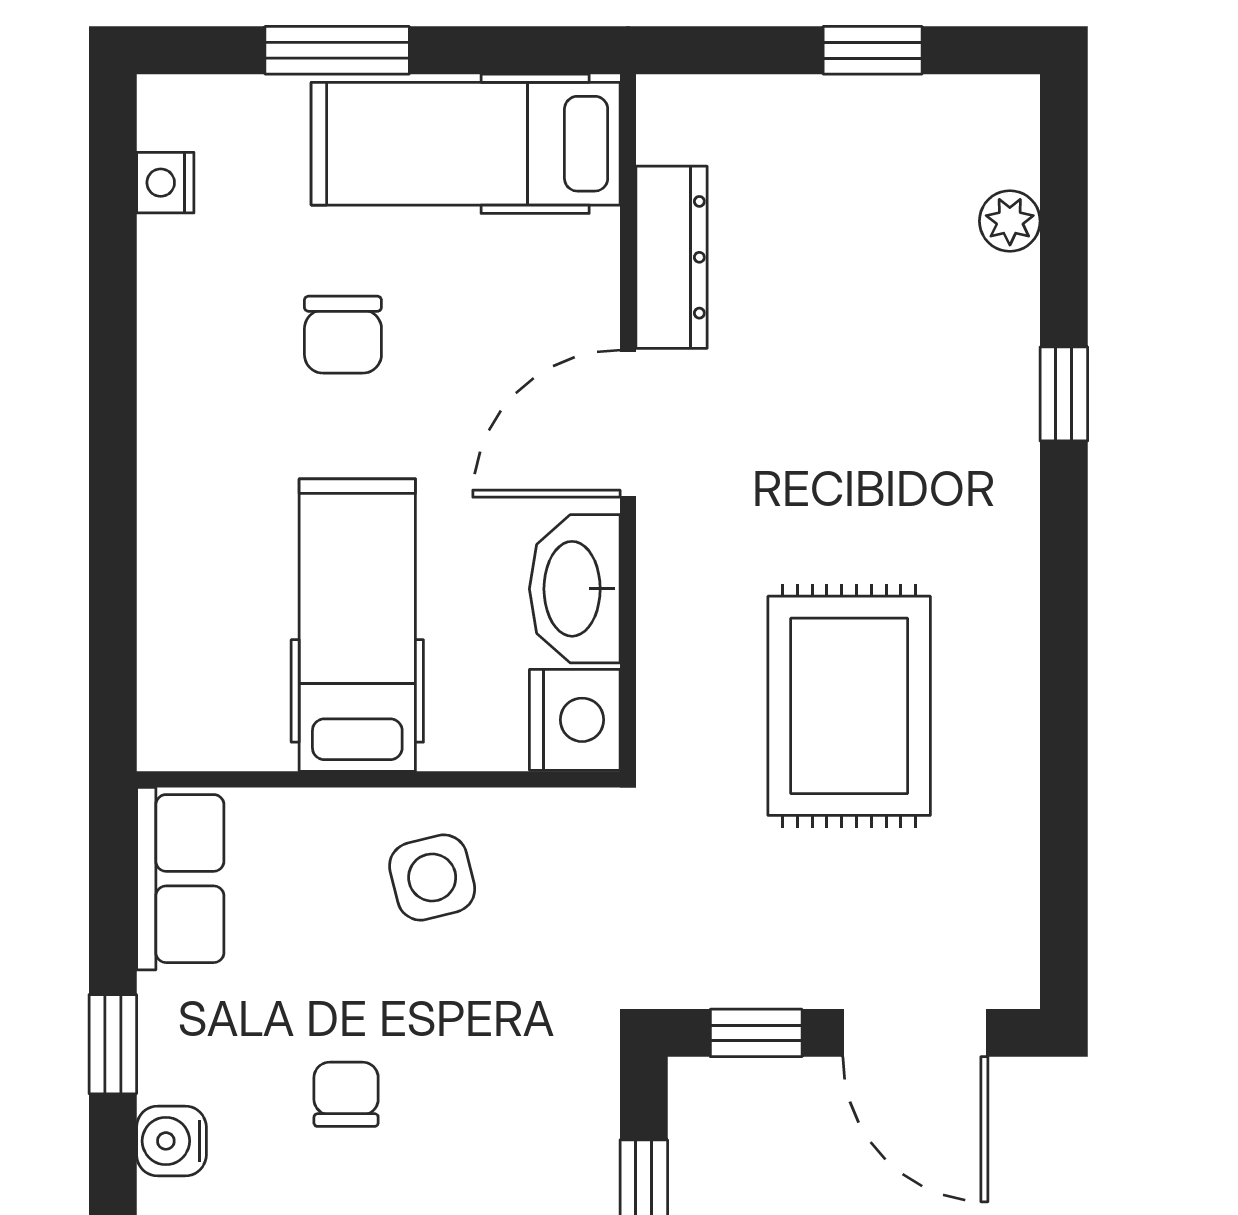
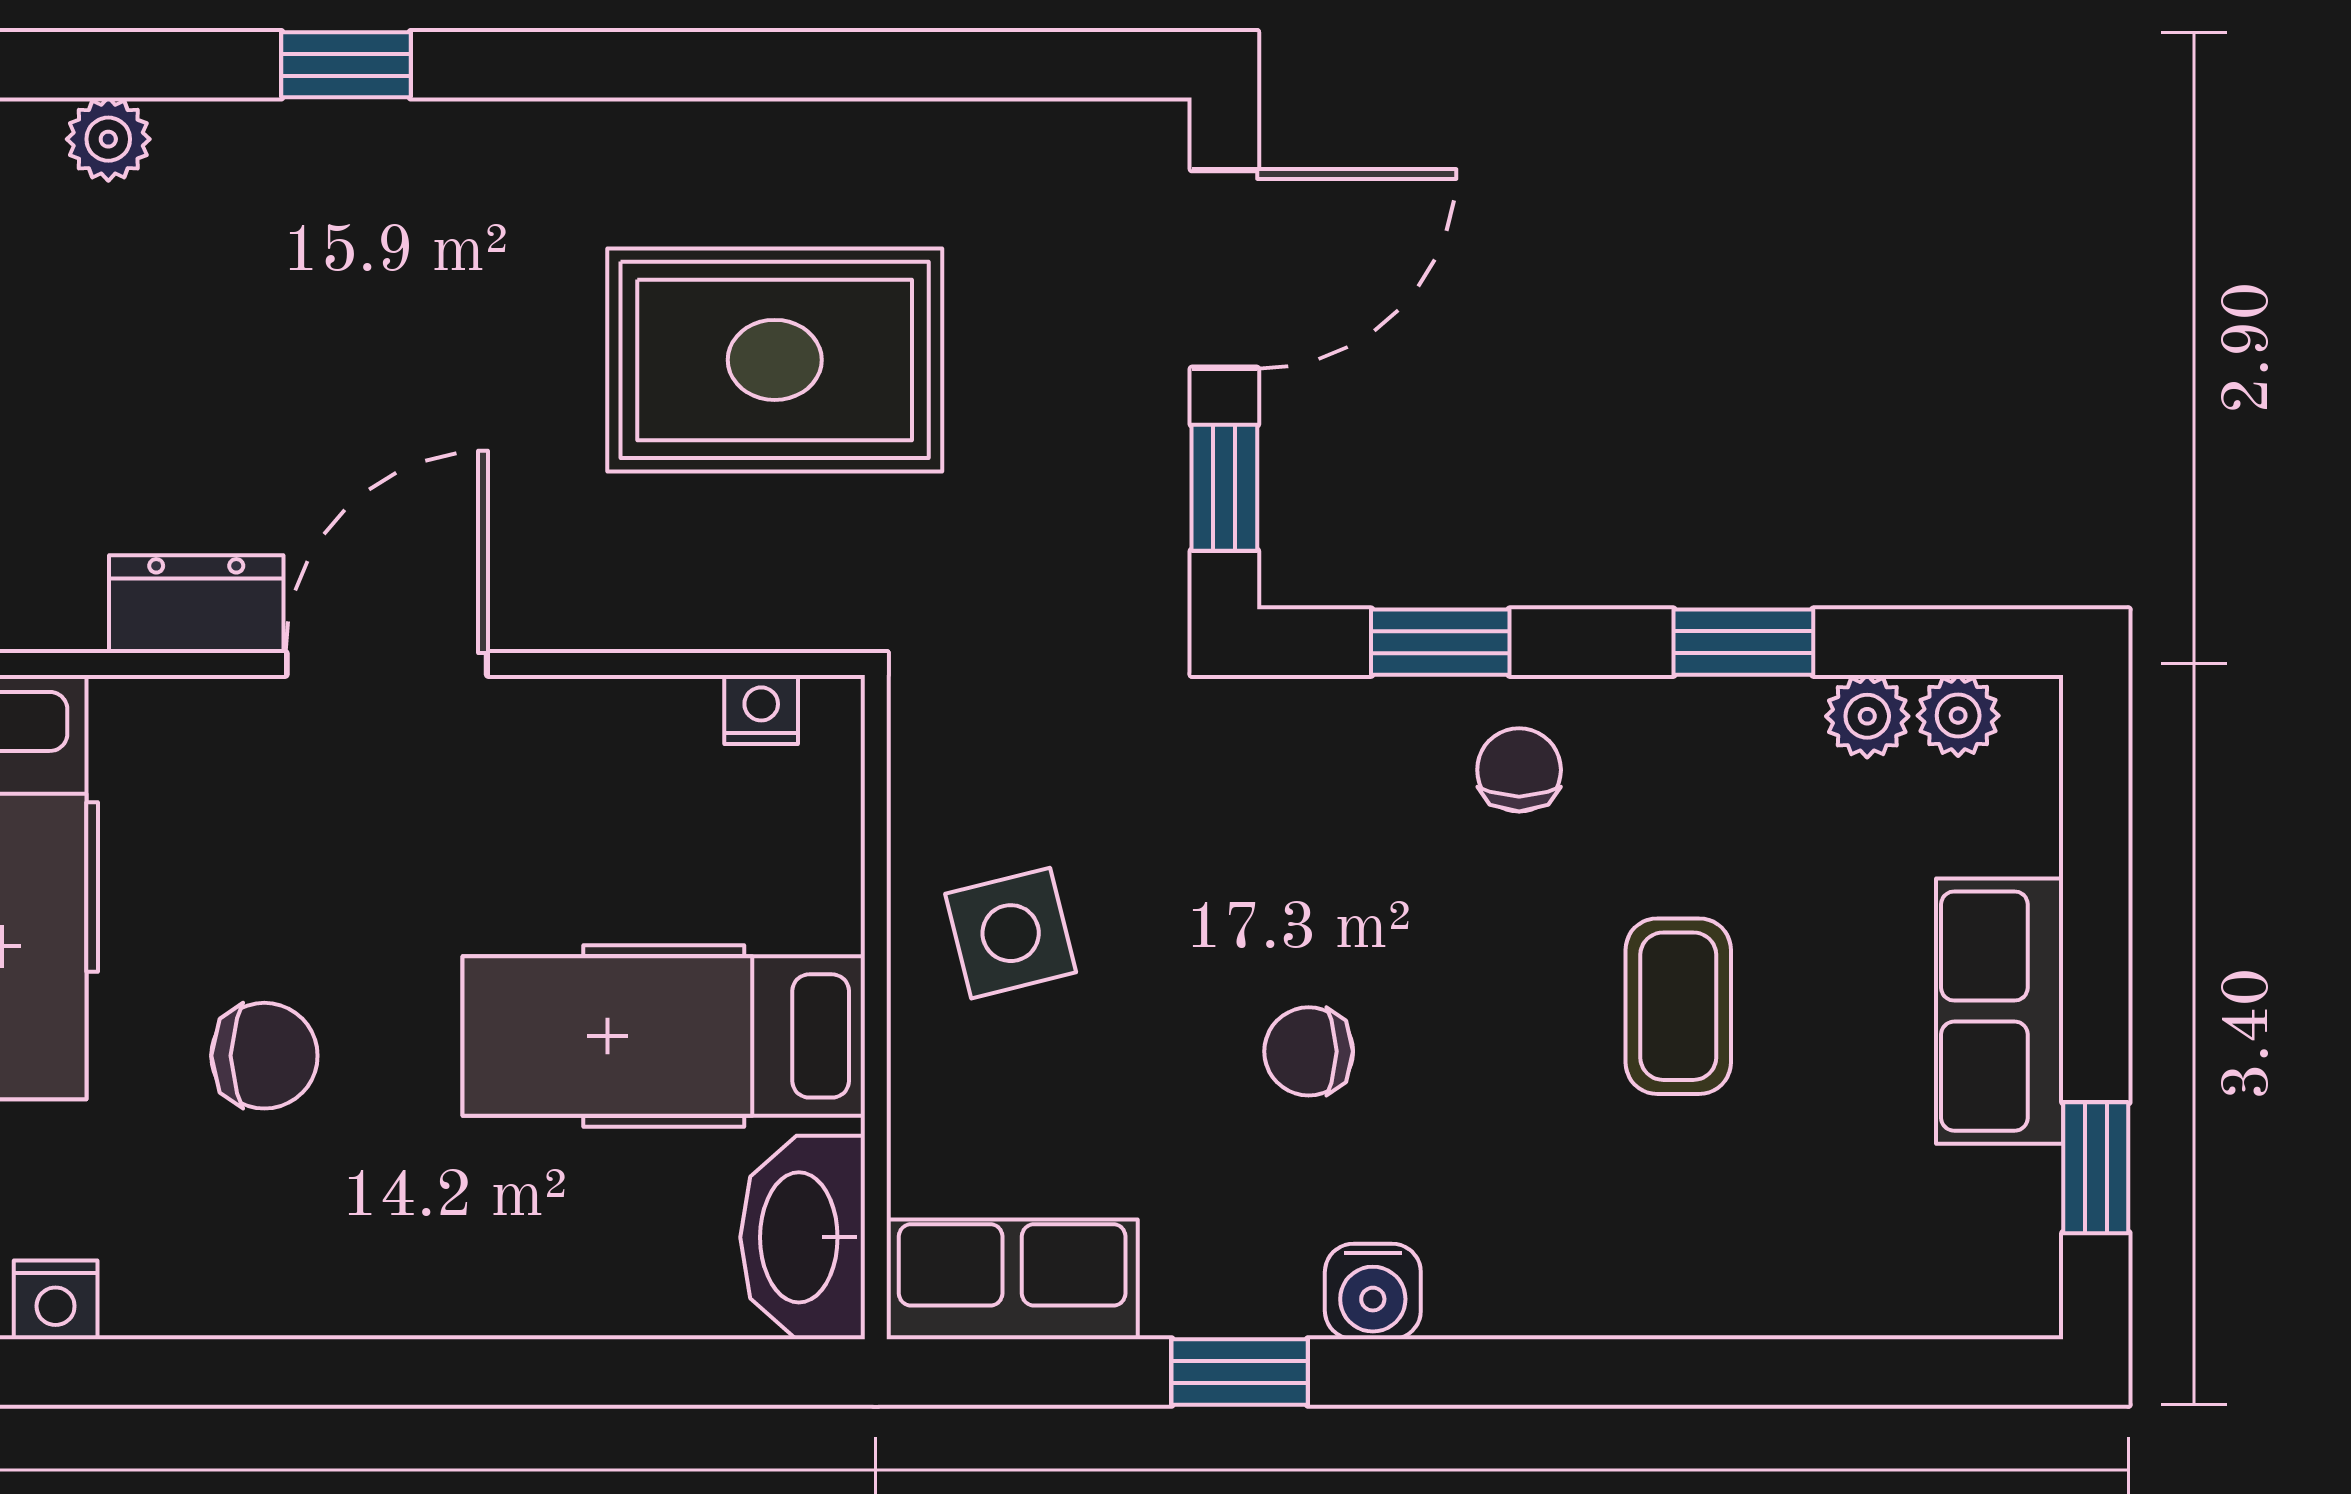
dresser: (672, 257) -> (196, 604), width x0.70
door: (628, 424) -> (387, 664), swing flipped
washbasin: (575, 589) -> (803, 1237), moved, turned 90
nightstand: (575, 720) -> (761, 710), width x0.53, depth x0.56

